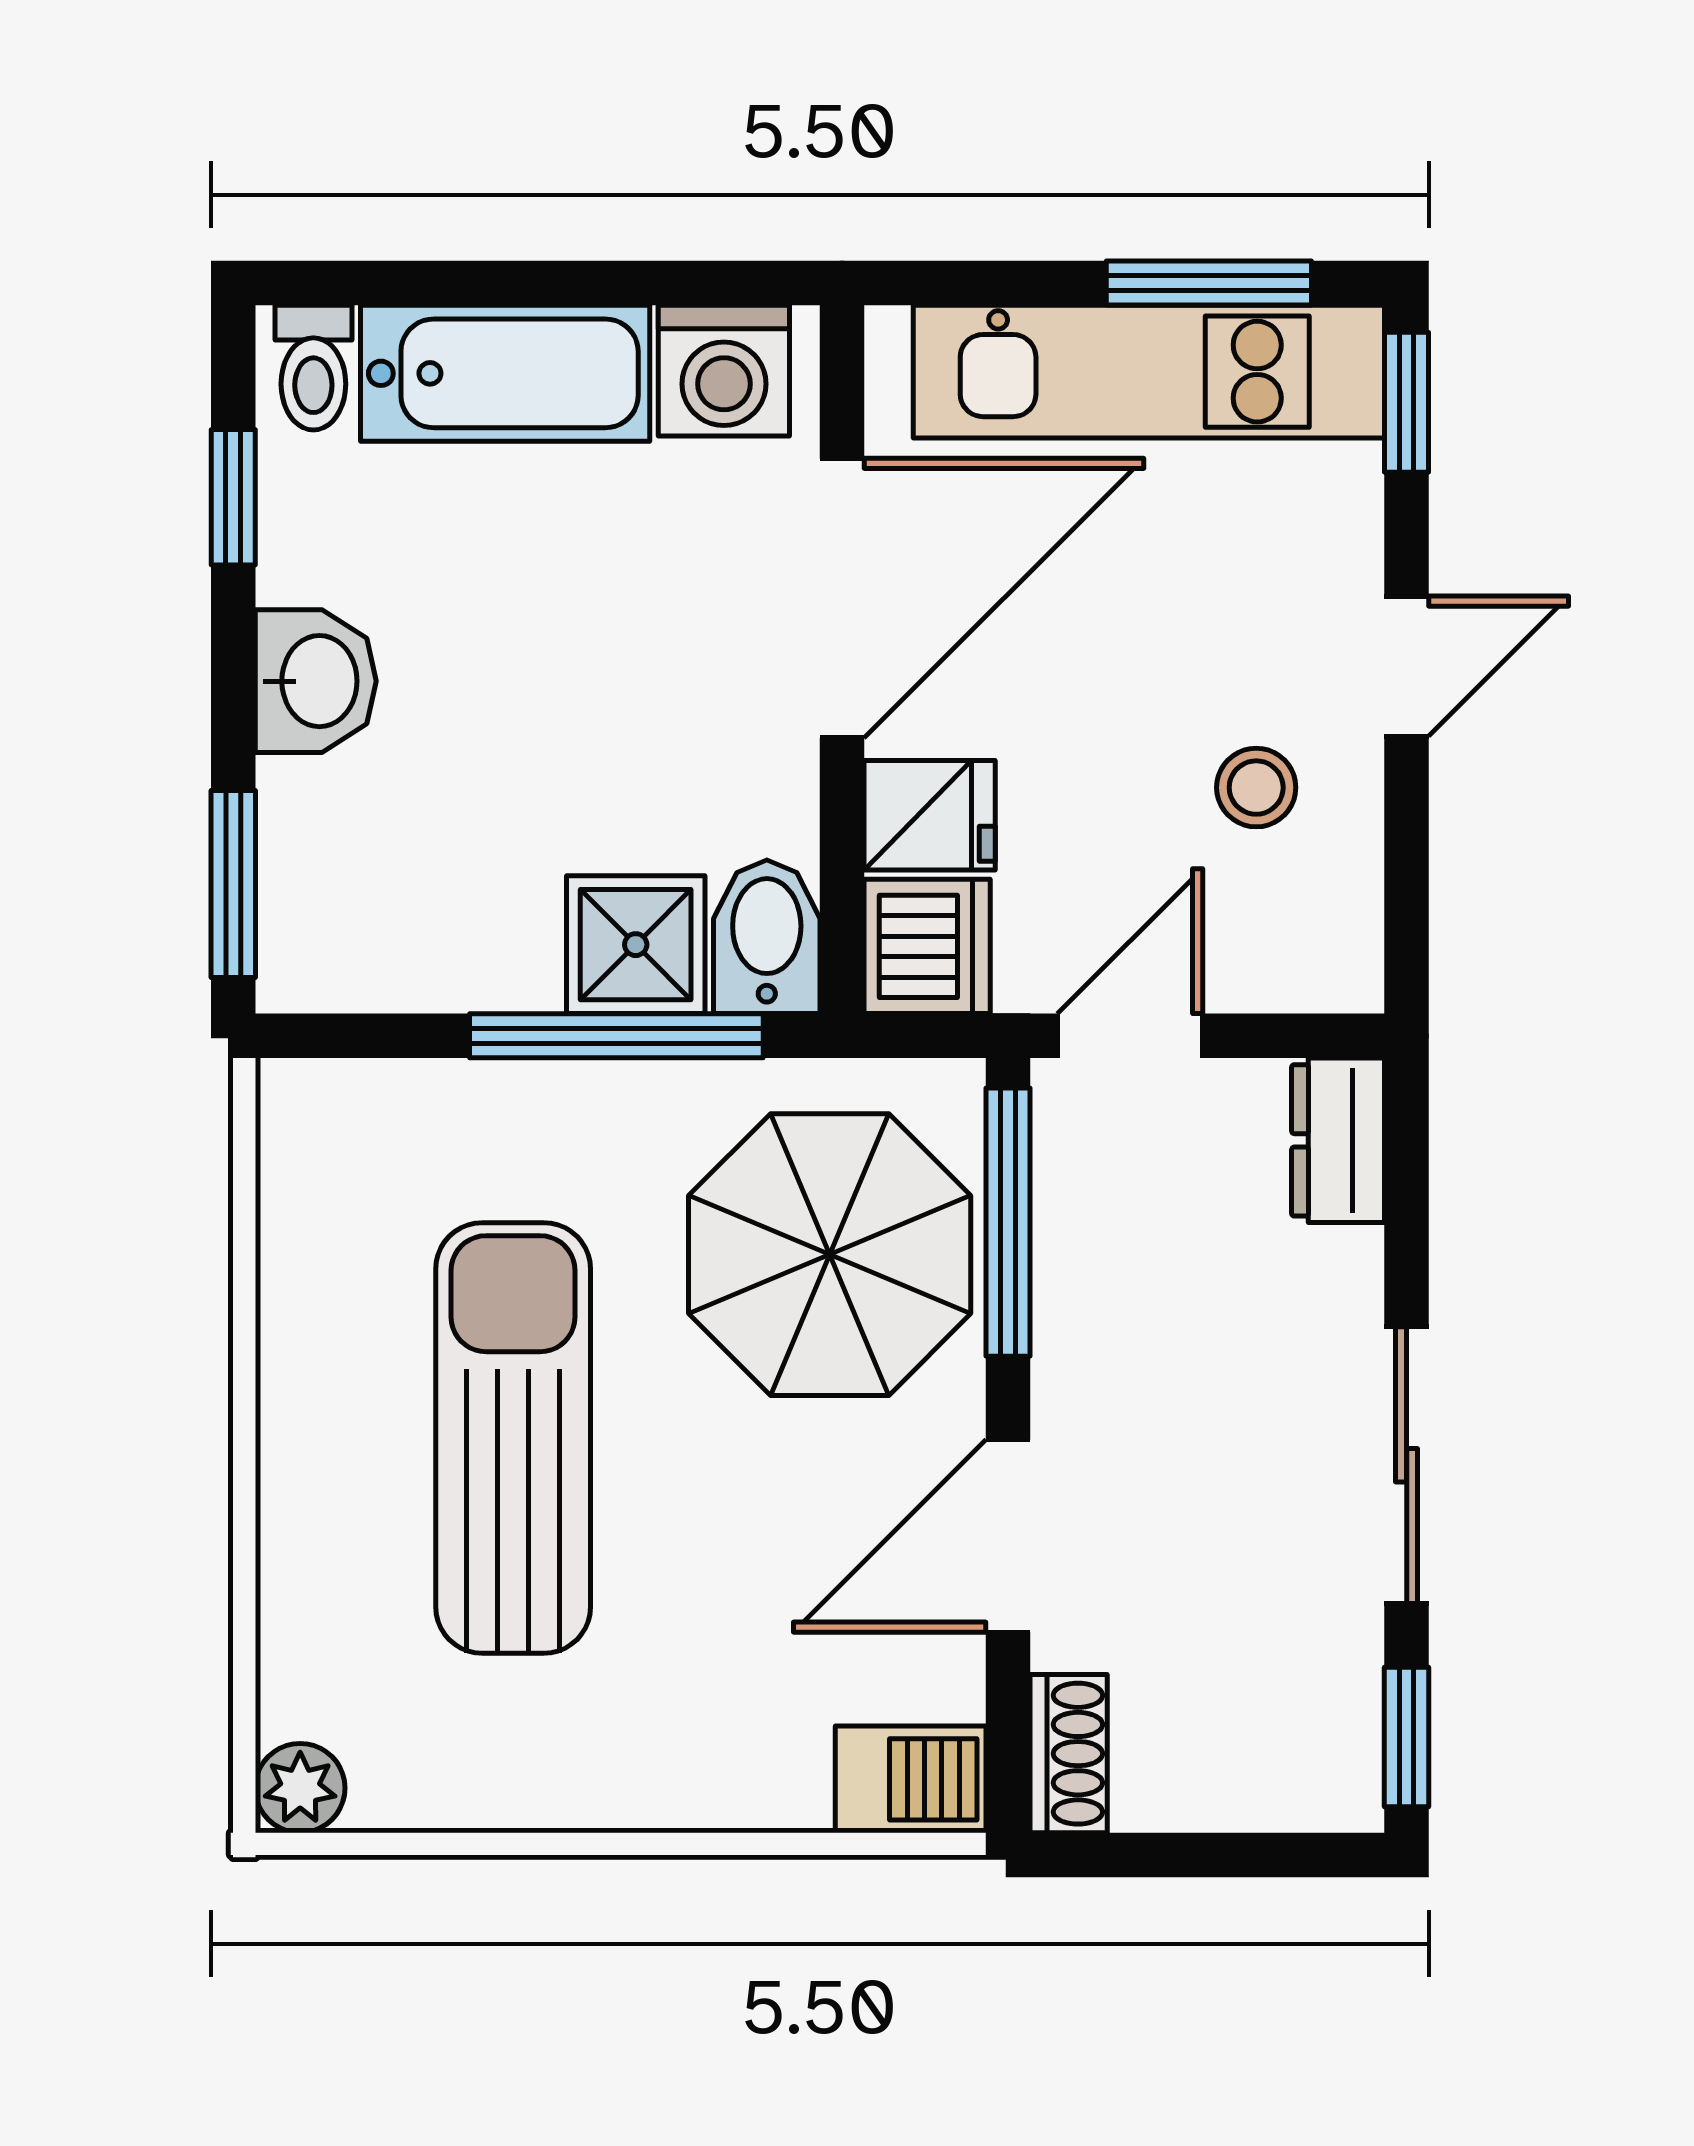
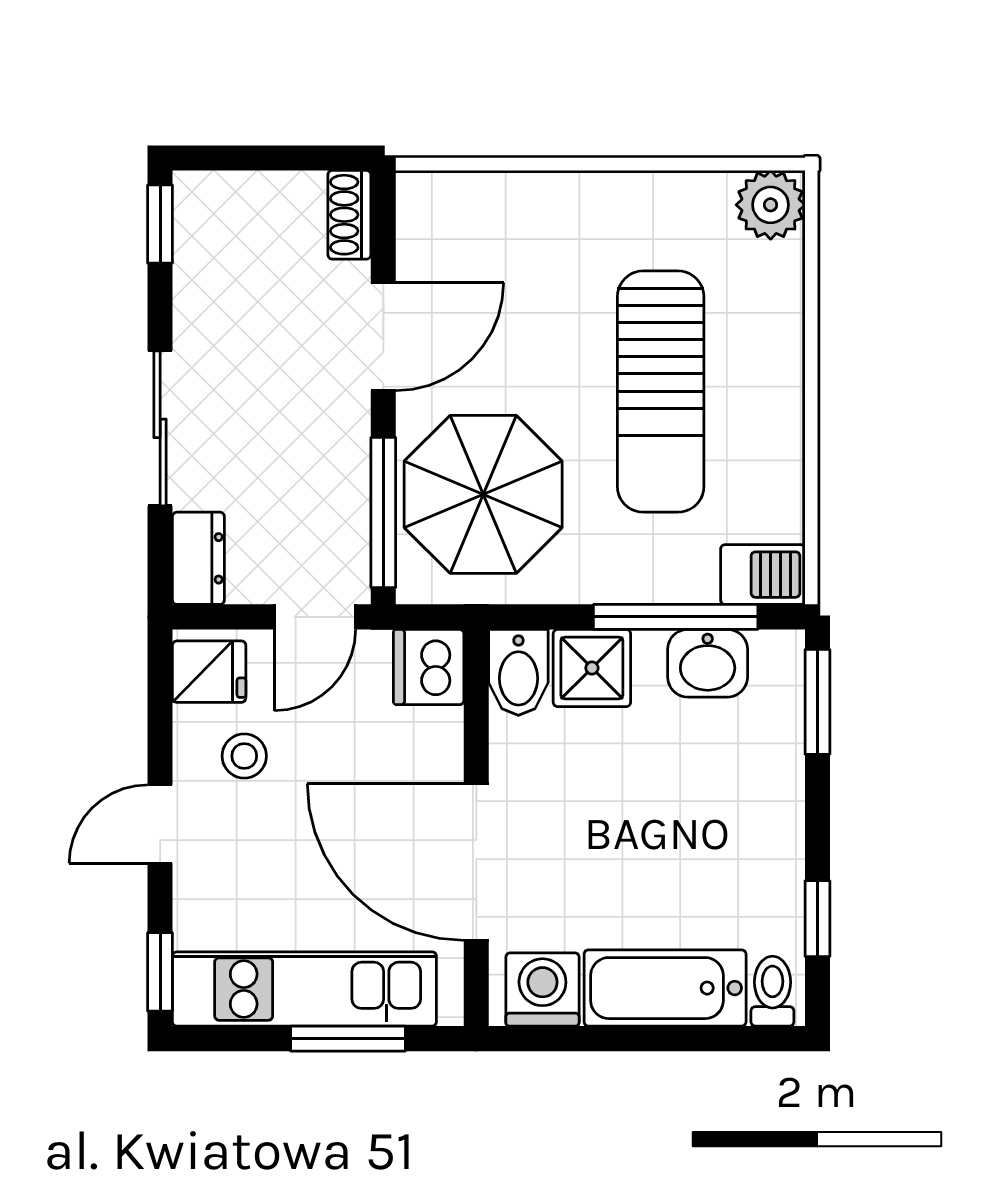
window: (1209, 283) -> (348, 1039), moved
door: (842, 598) -> (476, 862), hinge flipped
washbasin: (316, 681) -> (708, 663), moved, turned -90
fridge: (930, 815) -> (209, 672), moved, turned 180
window: (616, 1036) -> (676, 617), moved
sliding door: (1407, 1465) -> (160, 428), moved
barbecue: (911, 1779) -> (763, 575), moved, turned 180
plant: (300, 1788) -> (771, 205), width x1.38, depth x1.38

